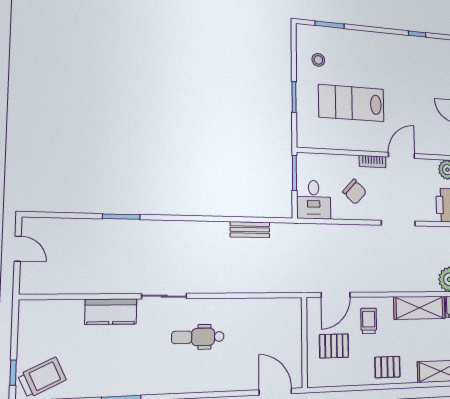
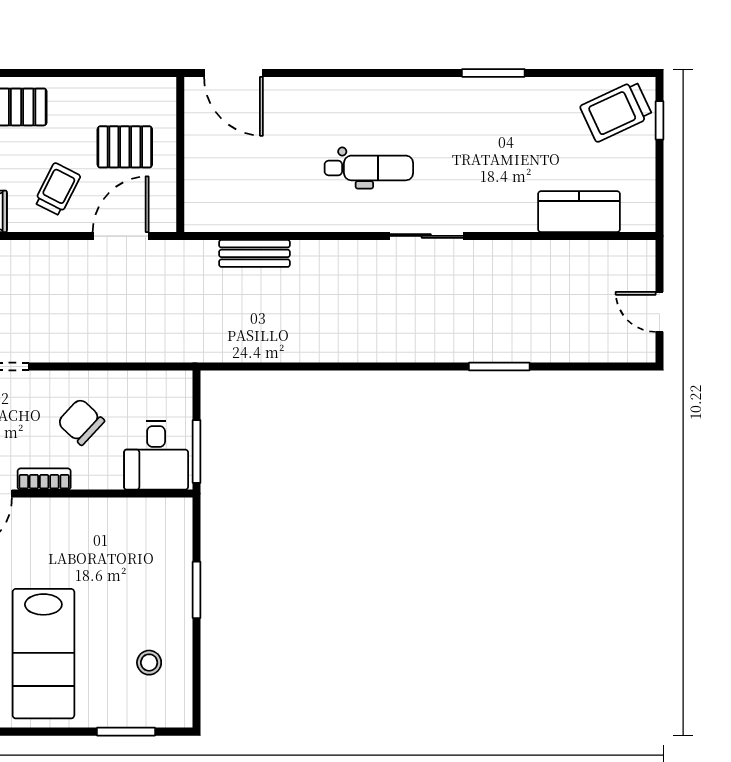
lab bench: (351, 103) -> (43, 654), moved, turned 90
desk: (314, 200) -> (156, 455), moved, turned 180
bench: (250, 230) -> (254, 253), moved
kitchen counter: (111, 312) -> (579, 212), moved
trolley: (369, 321) -> (57, 189), turned -153

